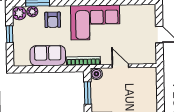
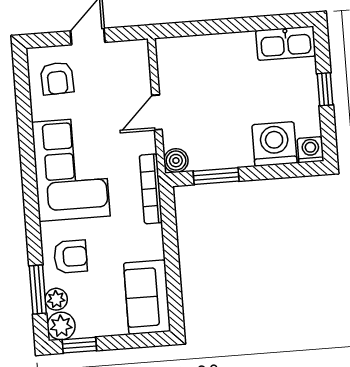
armchair: (140, 18) -> (57, 78), added
window: (10, 34) -> (79, 345), moved
sofa: (48, 56) -> (147, 297), moved

